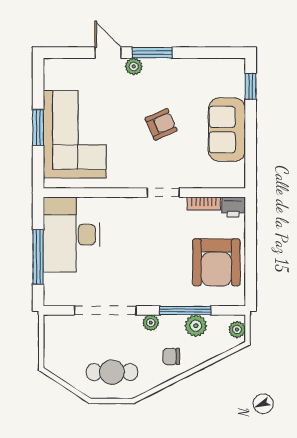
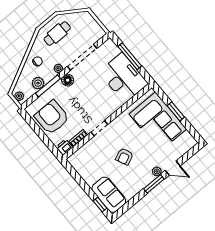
sofa: (227, 130) -> (109, 195), moved
floor lamp: (151, 296) -> (68, 80), added

